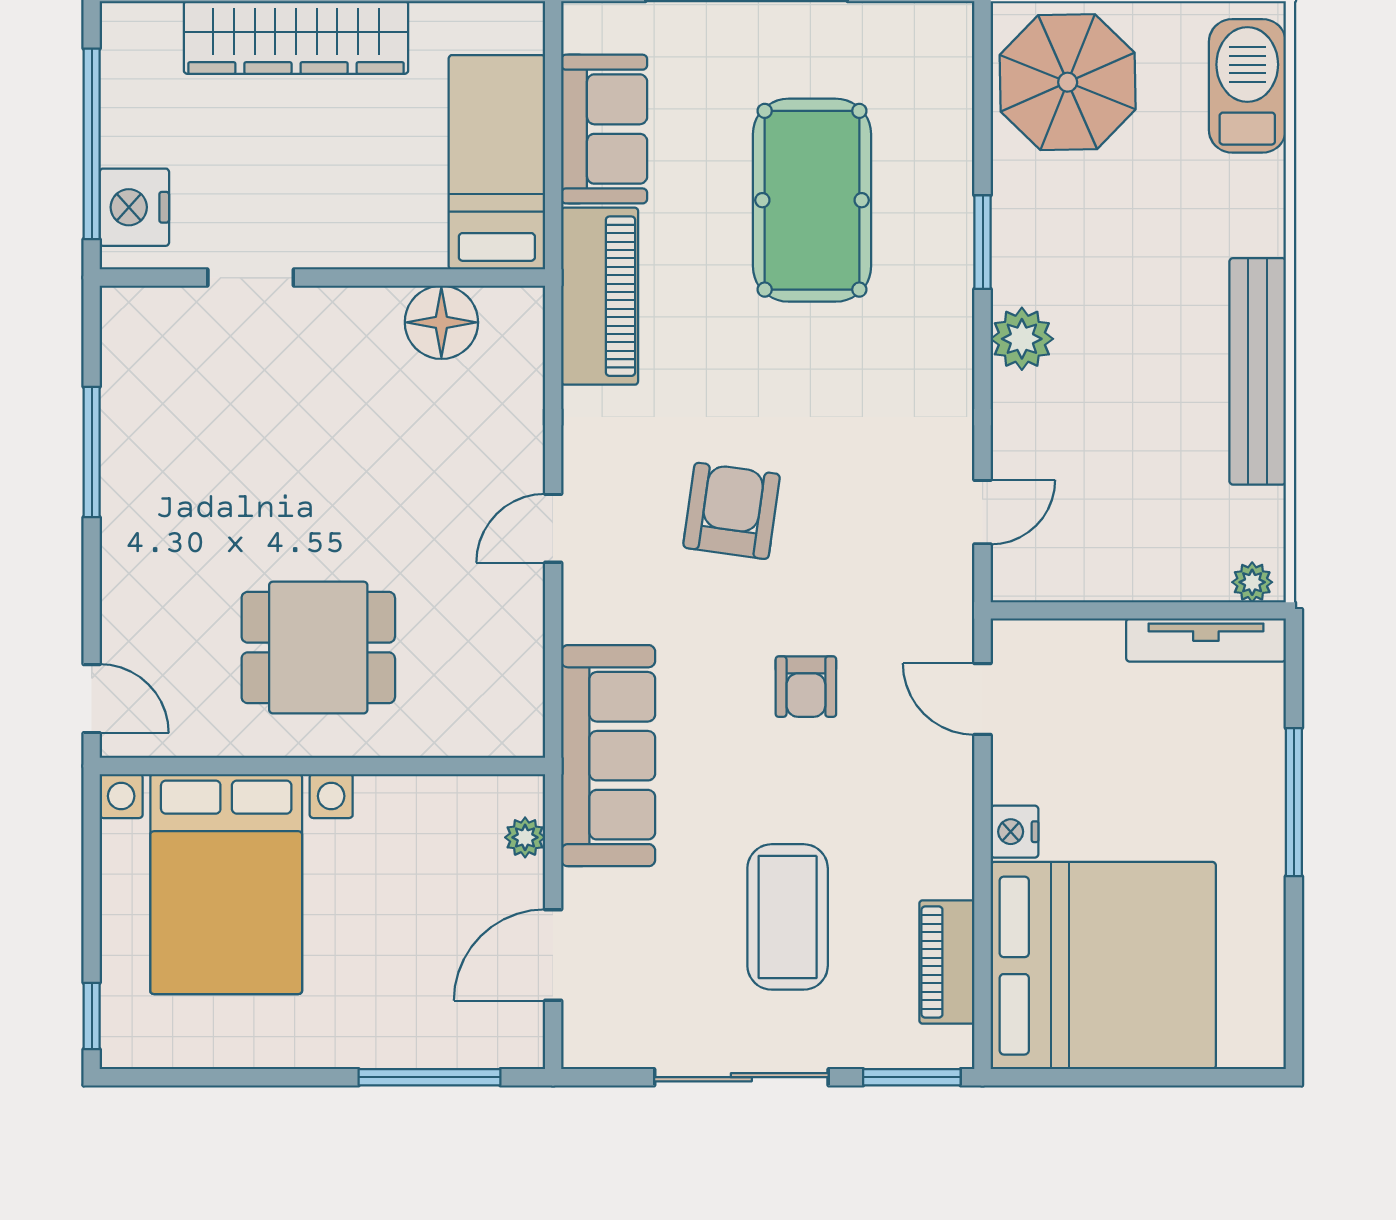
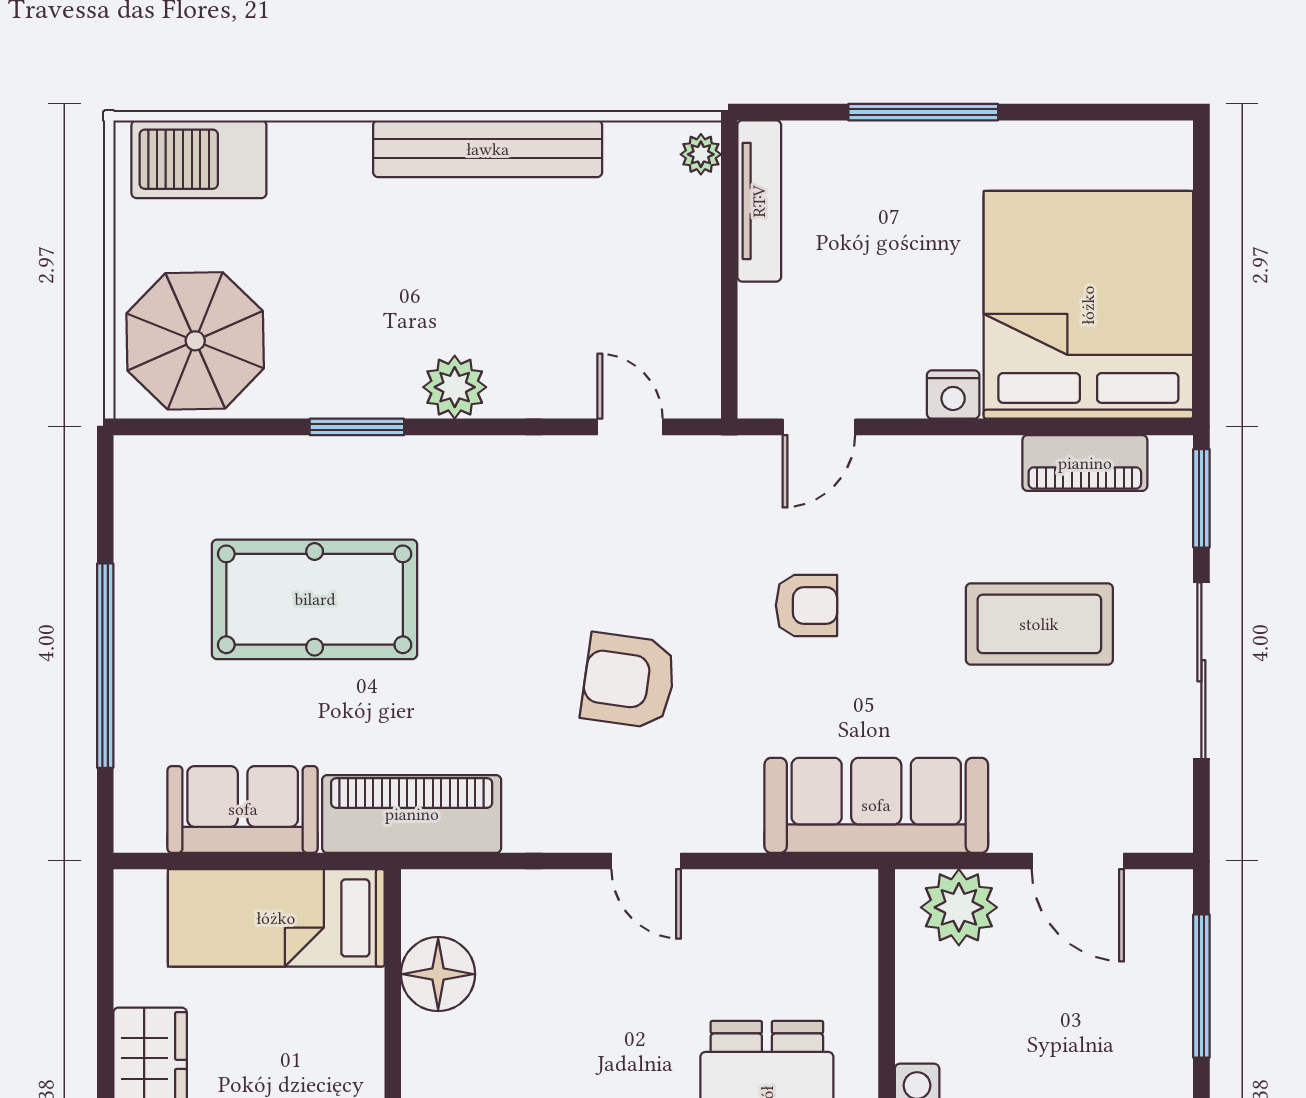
plant: (525, 837) -> (959, 907), width x1.88, depth x1.88

